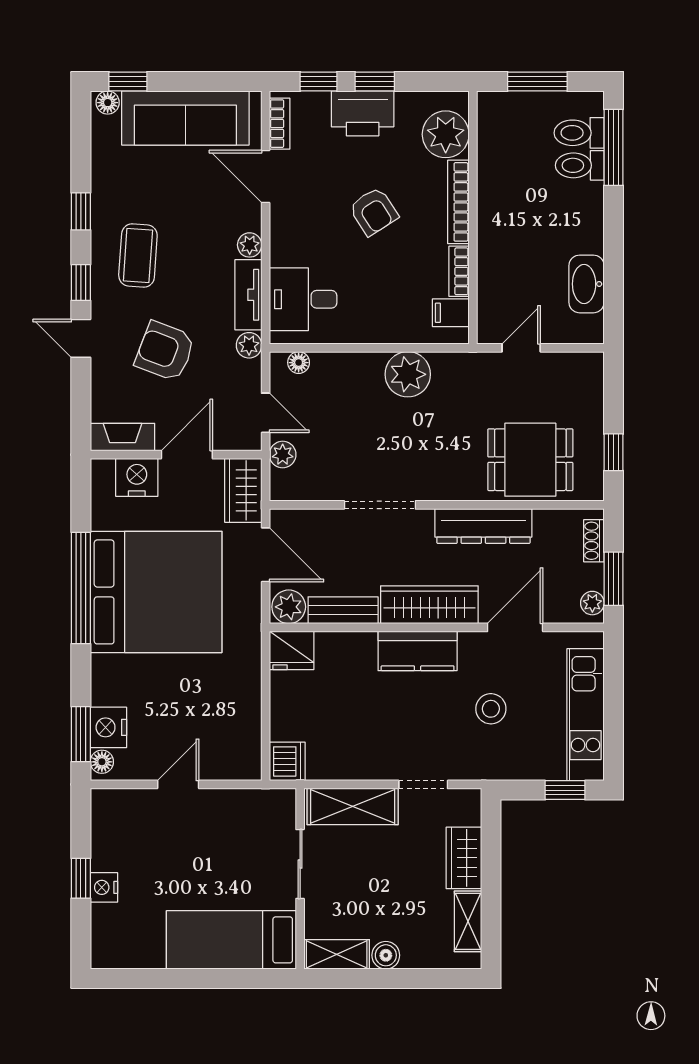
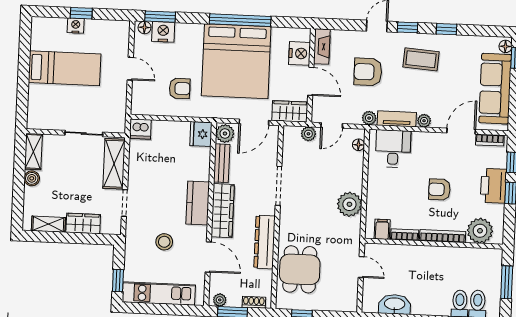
armchair: (374, 211) -> (439, 189), turned 33
armchair: (165, 351) -> (368, 72), turned -111
armchair: (210, 693) -> (180, 88), added
bed: (231, 940) -> (65, 68), moved, turned 90

